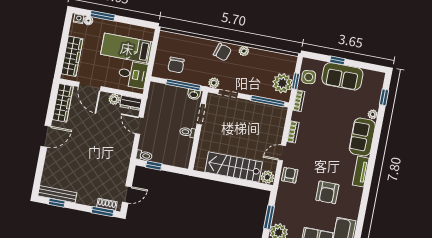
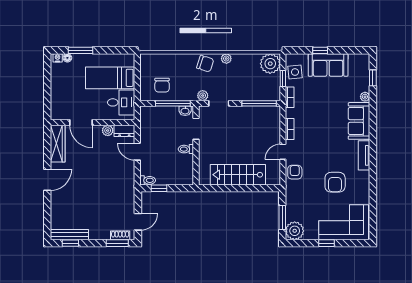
wardrobe: (72, 56) -> (58, 96), removed
plant: (282, 83) -> (270, 64), moved
plant: (267, 177) -> (273, 178), removed

